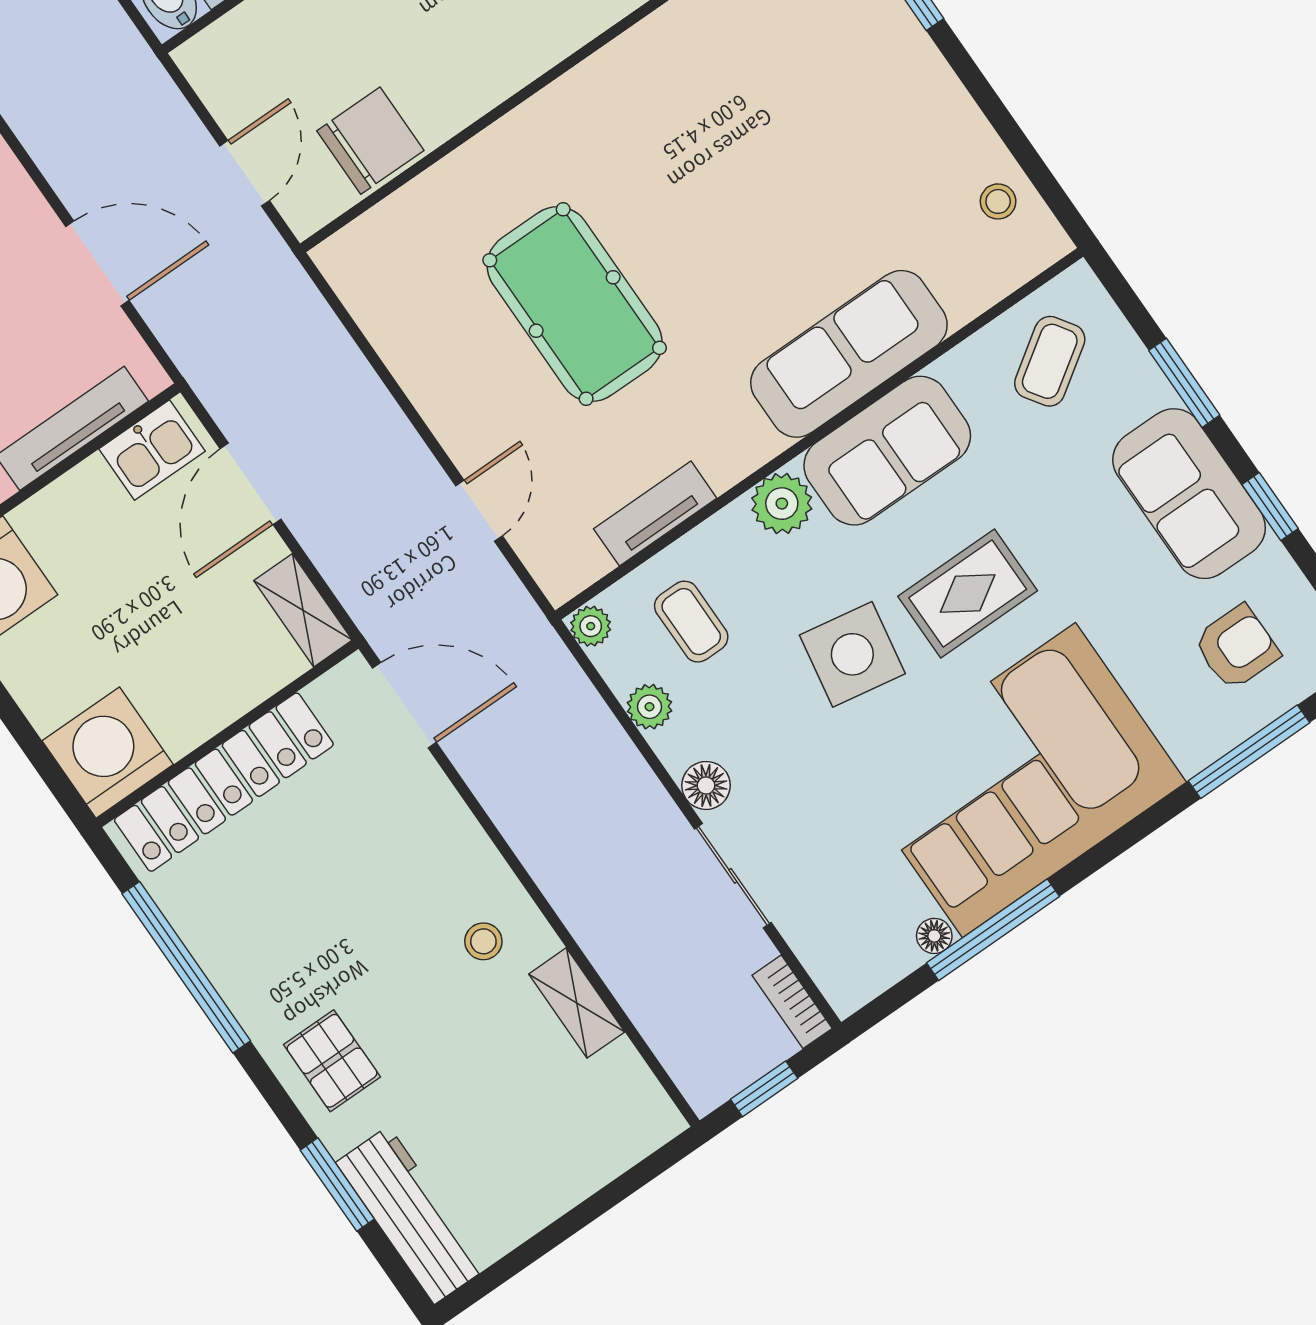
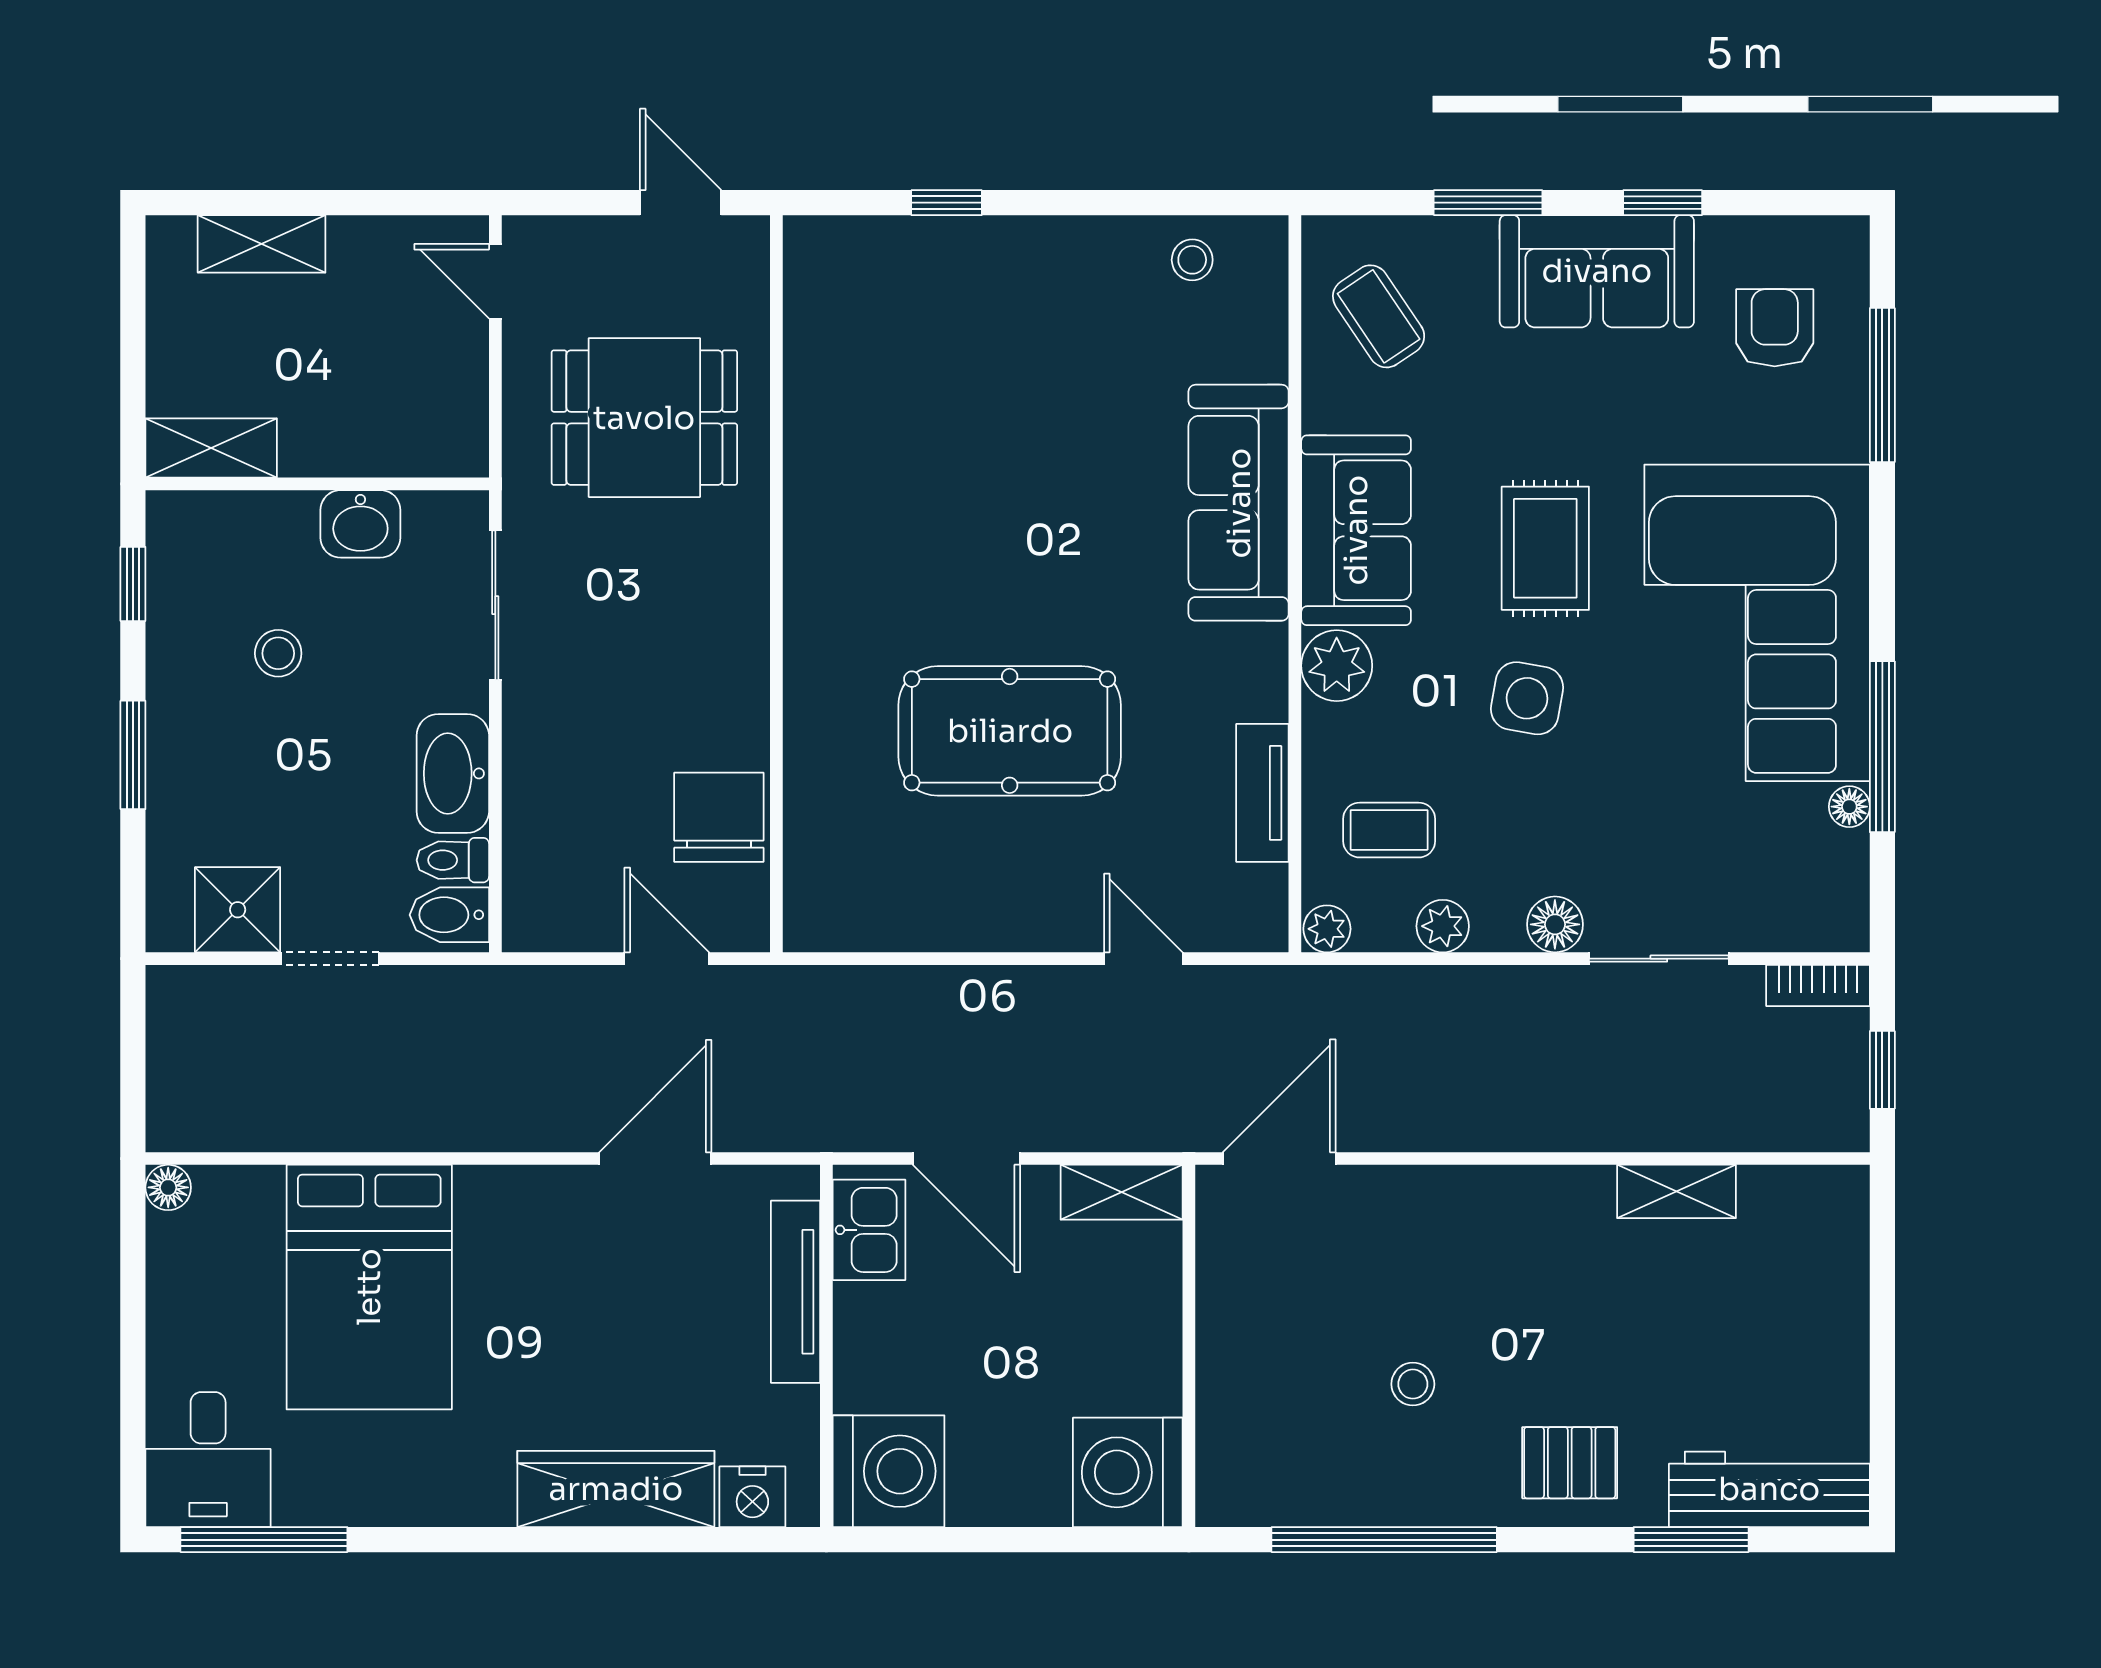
side table: (852, 654) -> (1527, 698), width x0.73, depth x0.73
locker: (224, 782) -> (1233, 1381), removed
stool: (483, 941) -> (1413, 1384), moved

